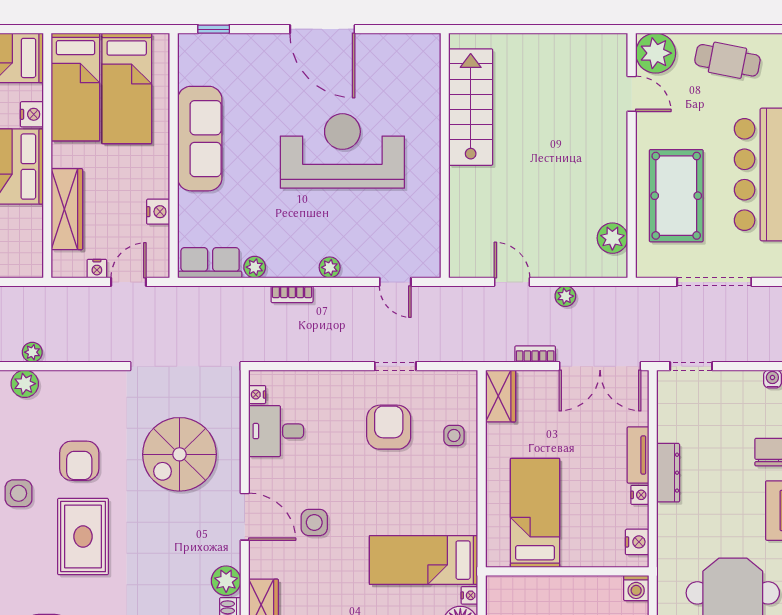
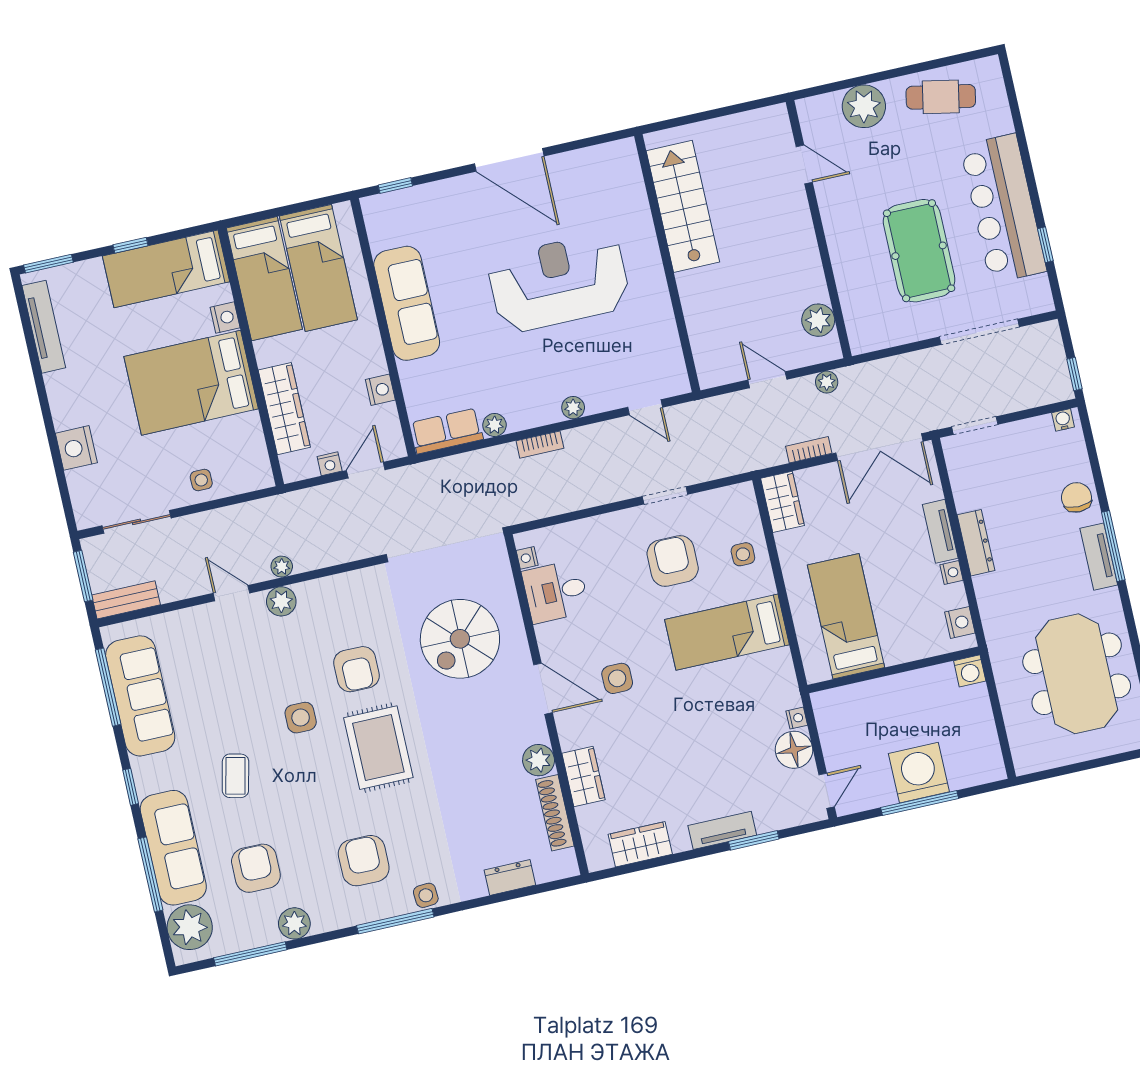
door: (632, 94) -> (804, 164), moved
wall: (632, 155) -> (819, 229), moved
plant: (612, 238) -> (818, 320), moved
bed: (424, 560) -> (727, 632), moved

